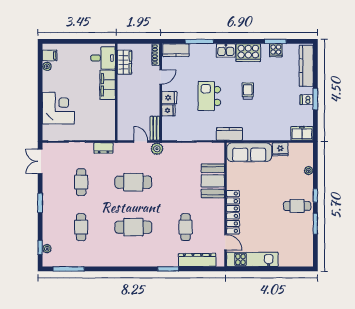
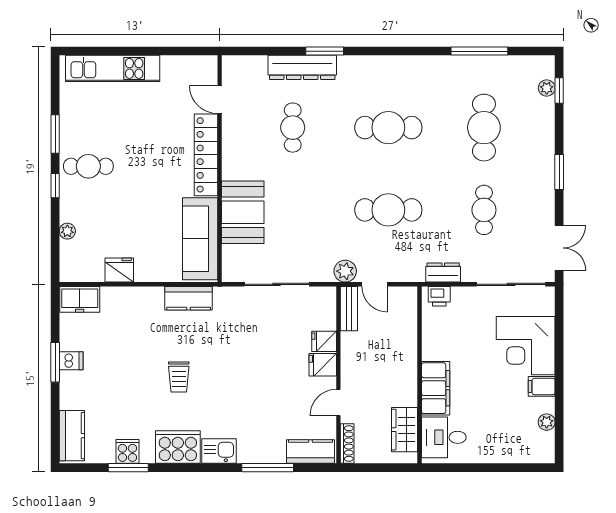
filing cabinet: (50, 55) -> (542, 386), moved
kitchen counter: (306, 66) -> (72, 436), width x0.67
kitchen island: (209, 96) -> (249, 368), removed
kitchen counter: (229, 134) -> (189, 298), moved
printer: (106, 135) -> (439, 296), added
sofa: (249, 152) -> (200, 239), moved, turned -90
cafe table: (81, 227) -> (484, 128), width x1.37, depth x1.35
kitchen unit: (252, 259) -> (113, 68), moved
dresser: (197, 260) -> (302, 67), moved
window: (69, 269) -> (479, 51), moved

